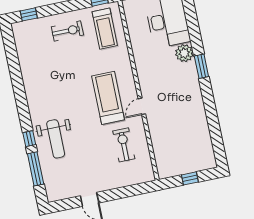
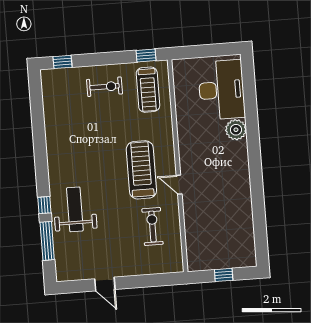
window: (201, 66) -> (254, 147), removed
door: (142, 106) -> (179, 185), hinge flipped
weight bench: (56, 139) -> (75, 209), turned 180

